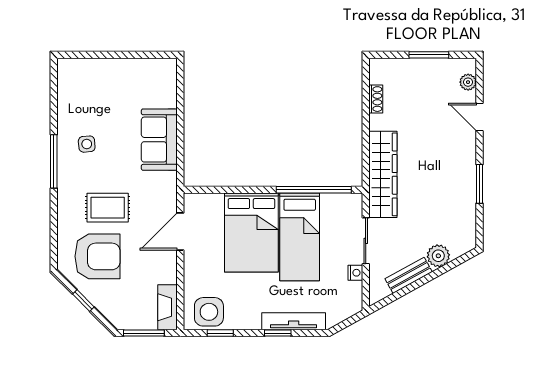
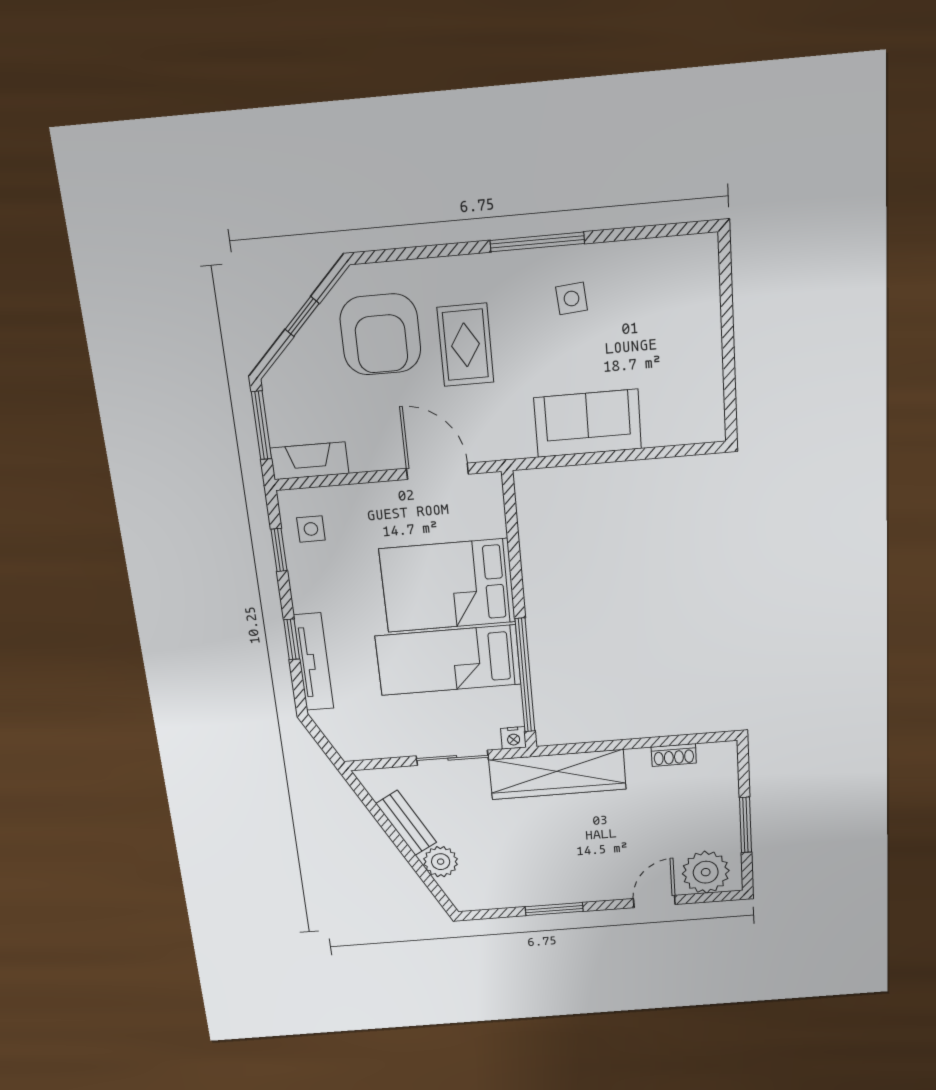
plant: (468, 82) -> (706, 872), width x1.87, depth x1.87
nightstand: (355, 273) -> (513, 738), moved
side table: (209, 312) -> (311, 529), width x0.54, depth x0.54

